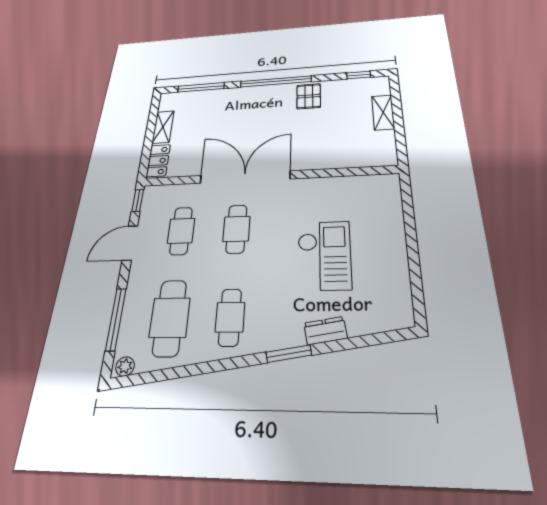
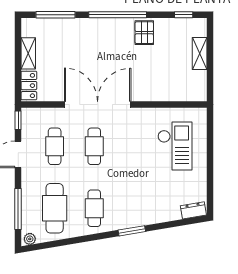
checkout: (324, 255) -> (175, 146), moved
dresser: (325, 331) -> (193, 210), moved

